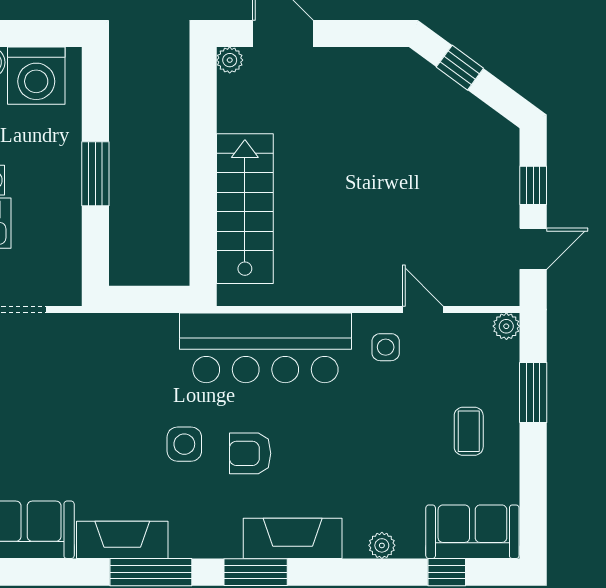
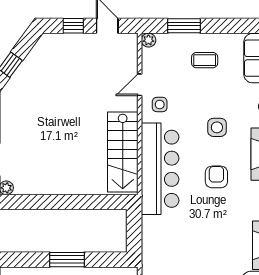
stairs: (245, 209) -> (123, 152), moved, turned -90
side table: (184, 444) -> (217, 127), moved
armchair: (250, 453) -> (216, 177), turned 180

